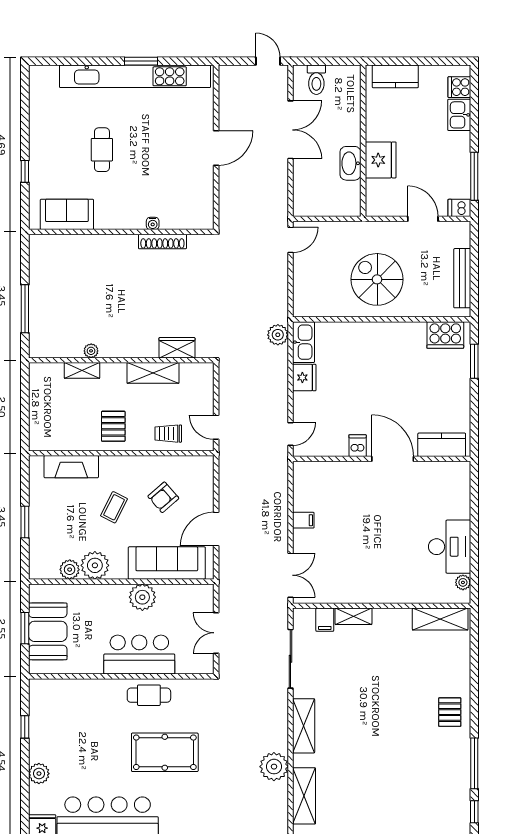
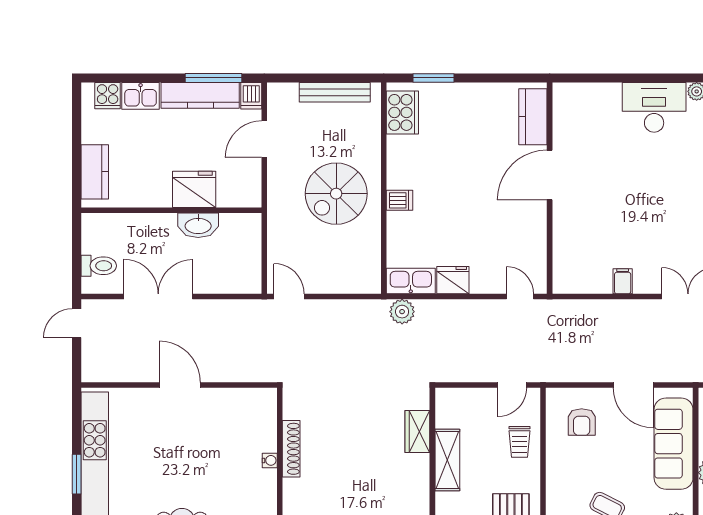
kitchen counter: (460, 165) -> (200, 95), added
dishwasher: (358, 446) -> (399, 200), moved, turned 180
armchair: (163, 497) -> (582, 422), moved, turned 41

